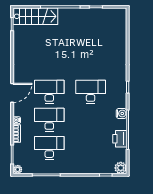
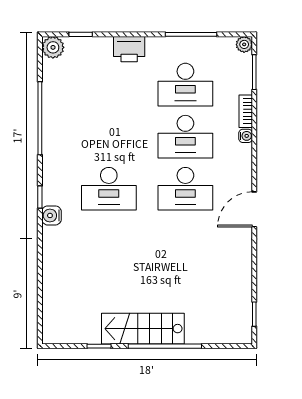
stairs: (35, 16) -> (143, 329), moved
door: (12, 93) -> (254, 209), moved
water cooler: (121, 114) -> (51, 215), moved
printer: (120, 139) -> (129, 49), moved, turned 90

